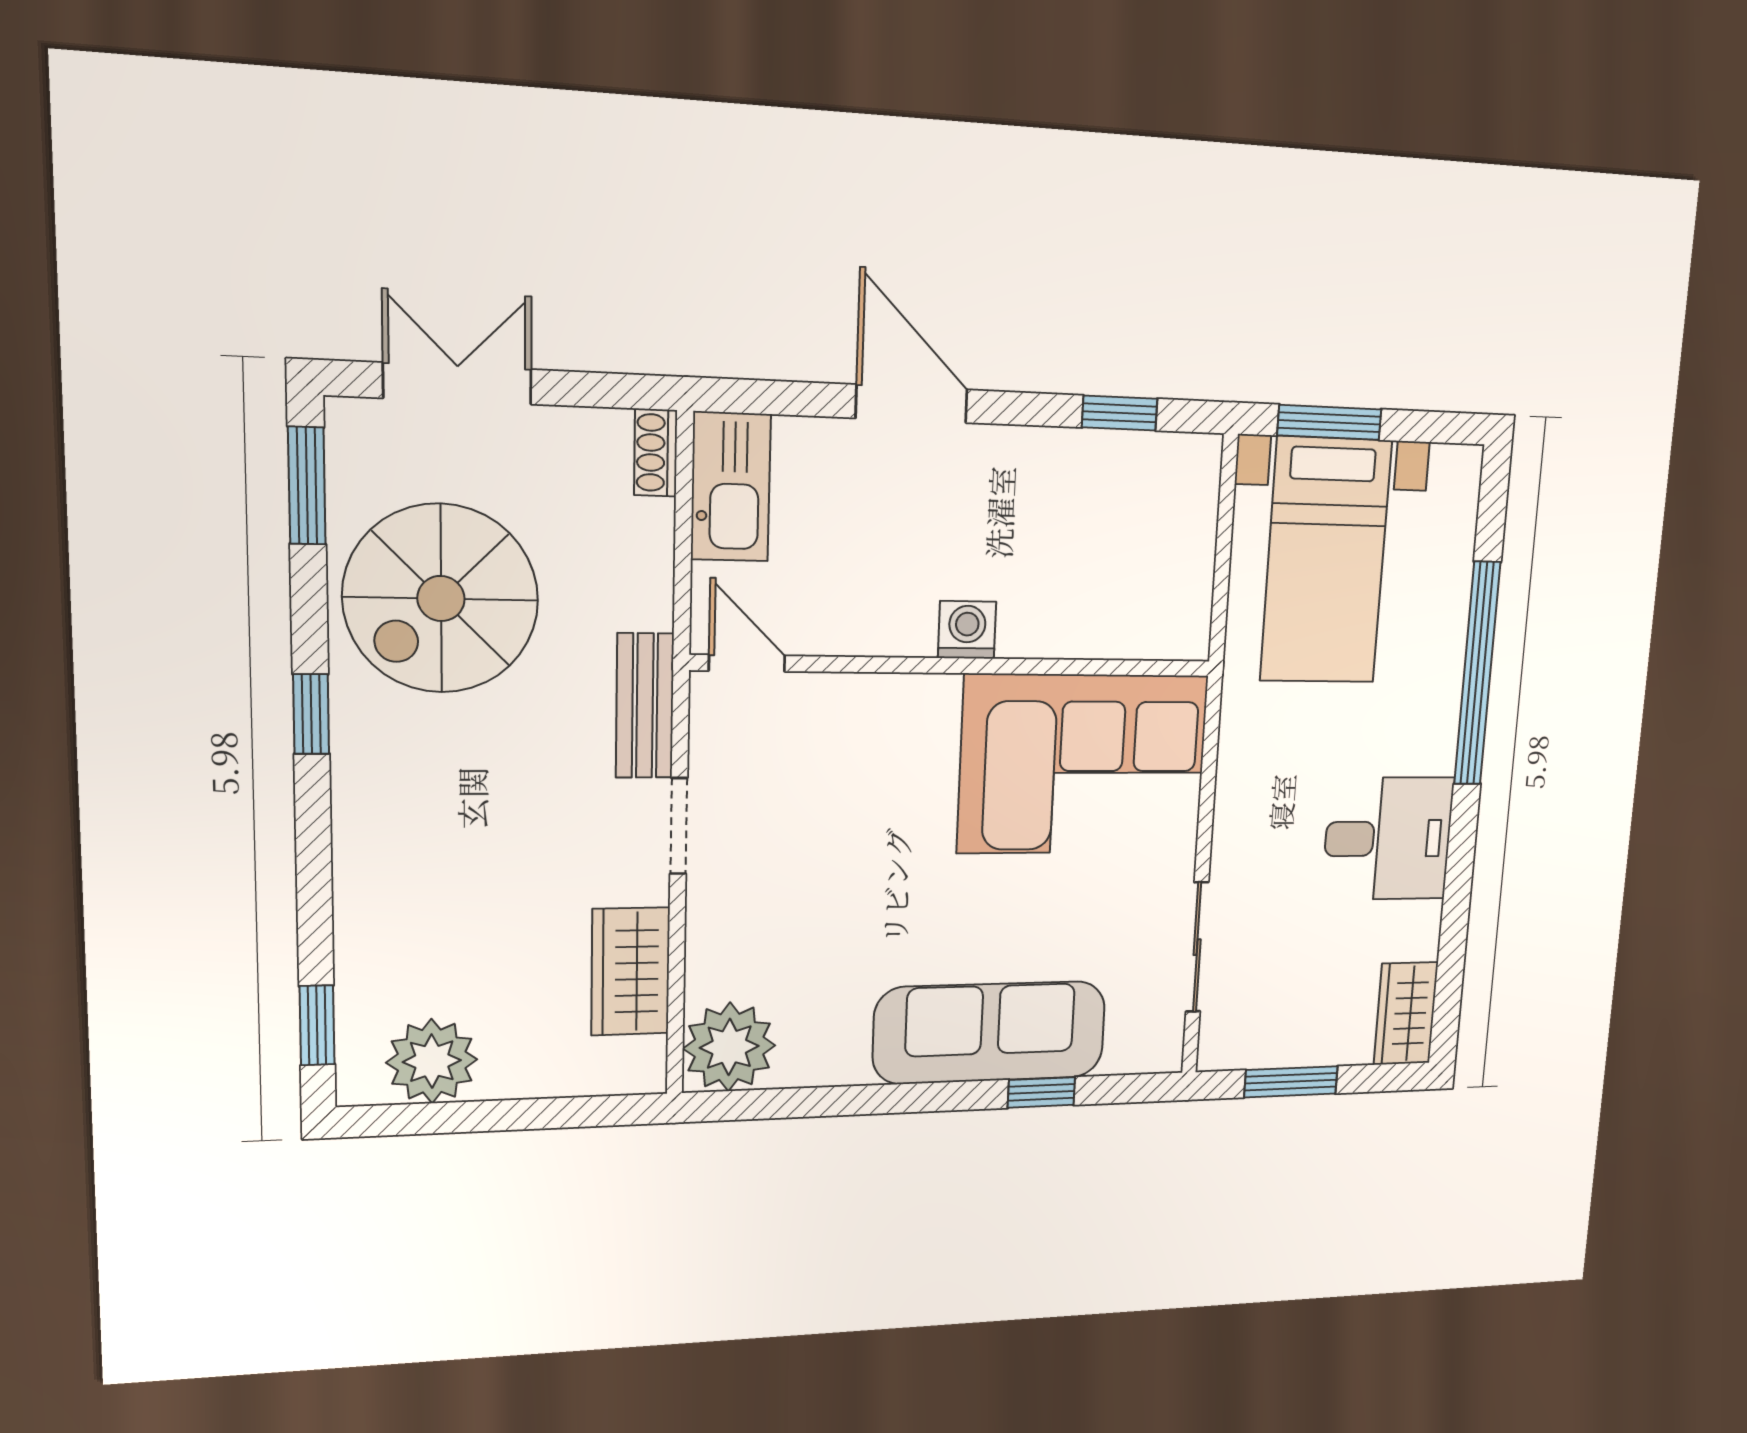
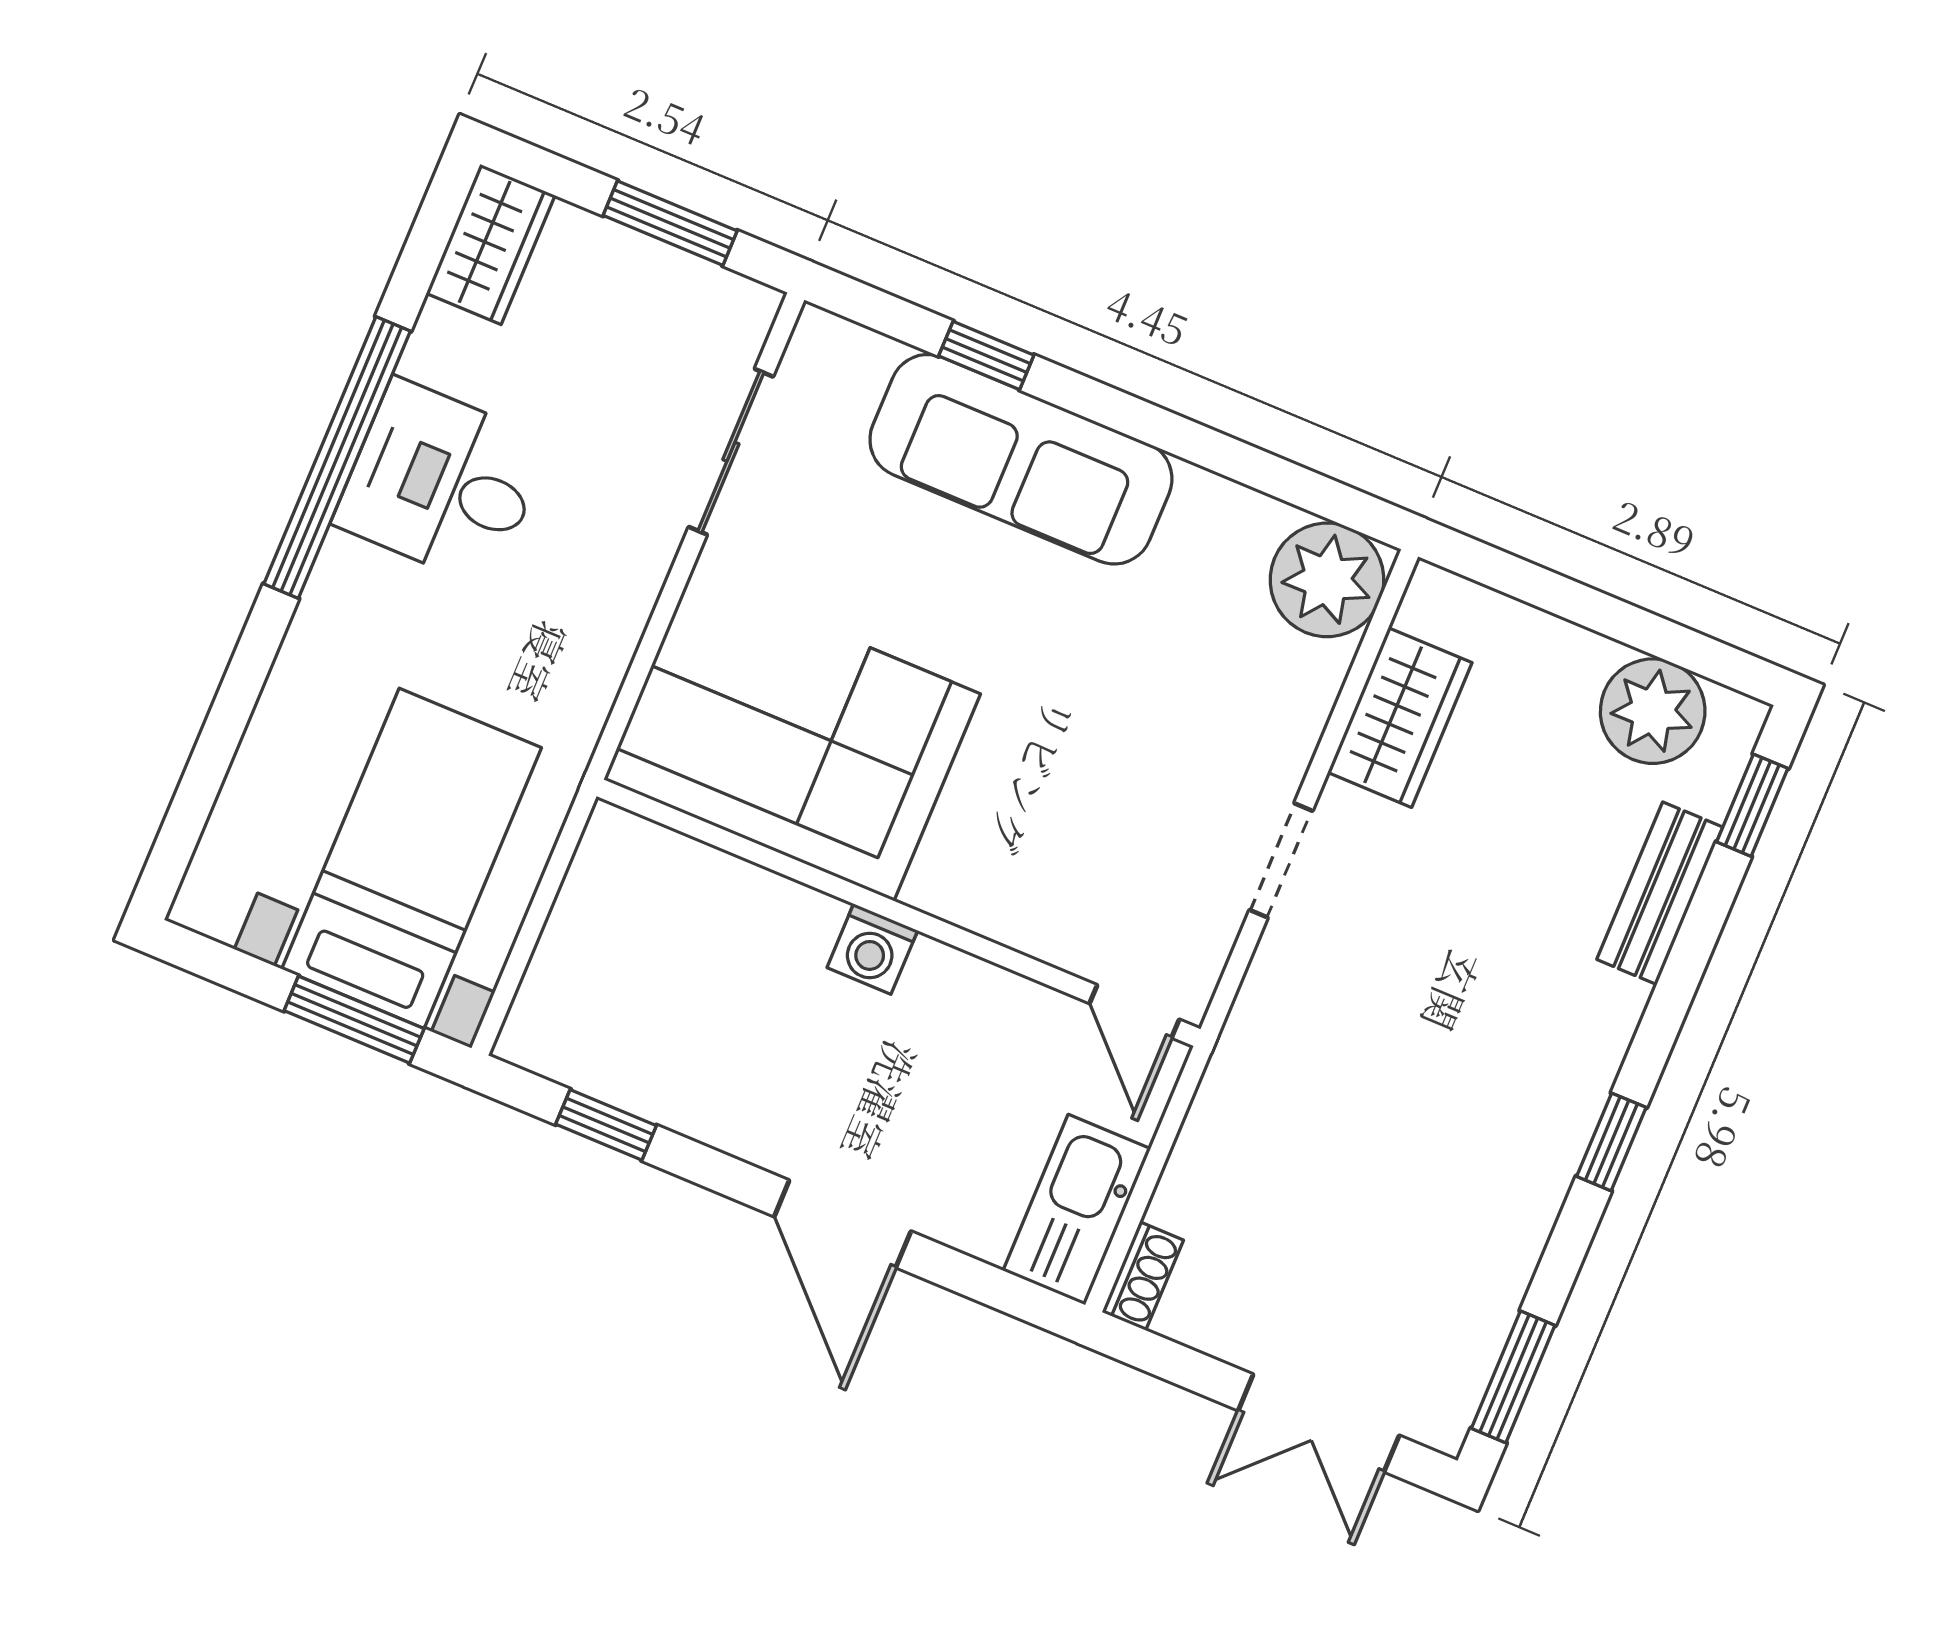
spiral stairs: (441, 599) -> (1429, 1210), removed
window: (1477, 674) -> (337, 457), moved
bench: (645, 706) -> (1660, 893), moved

